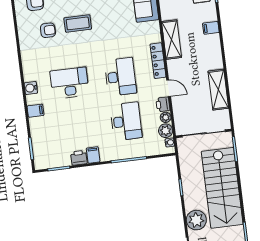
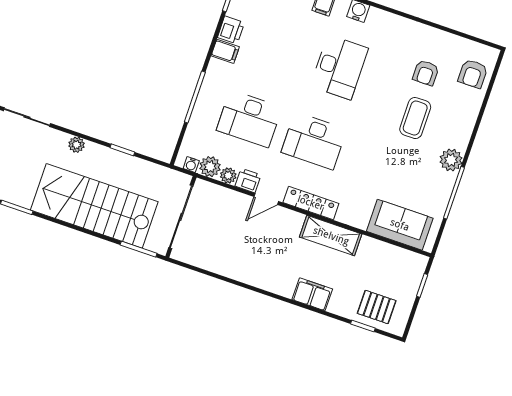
filing cabinet: (211, 28) -> (312, 294), width x2.00
shelving: (218, 90) -> (231, 266), removed
plant: (196, 220) -> (76, 145), width x0.53, depth x0.53

